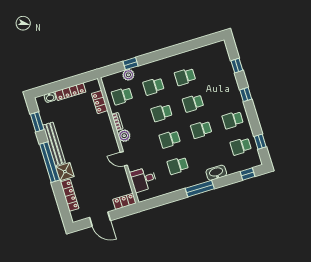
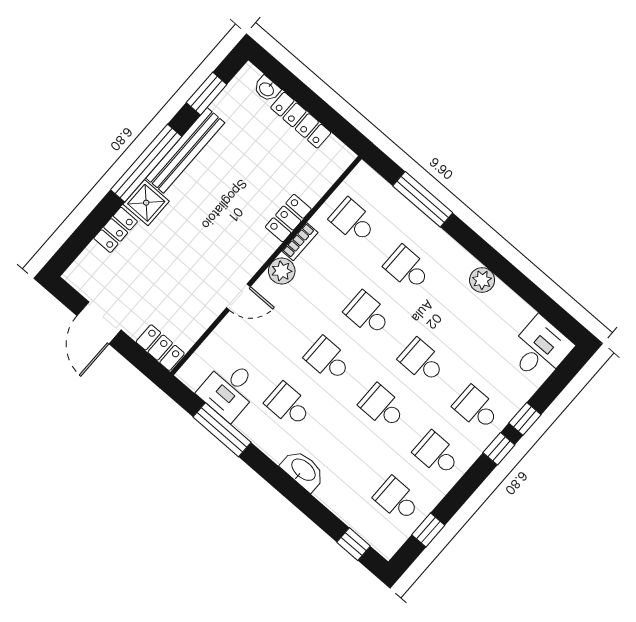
desk: (217, 55) -> (540, 349), added
window: (131, 64) -> (423, 199), width x2.17
window: (237, 66) -> (525, 419), moved
plant: (128, 75) -> (482, 280), moved
school desk: (185, 77) -> (476, 408), moved
locker: (100, 102) -> (288, 218), moved
door: (124, 159) -> (238, 297), swing flipped
washbasin: (216, 173) -> (303, 470), moved
desk: (143, 179) -> (229, 390), moved, turned -90
window: (200, 189) -> (222, 430), moved
locker: (70, 195) -> (116, 230), width x0.66

